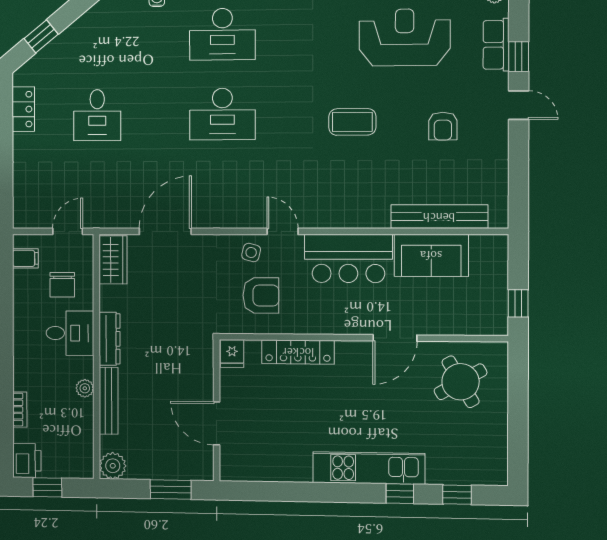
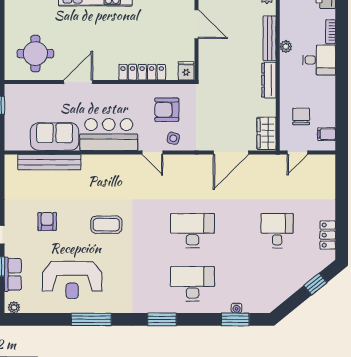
desk: (70, 333) -> (319, 60), moved, turned 180
round table: (461, 382) -> (35, 54), turned 30

